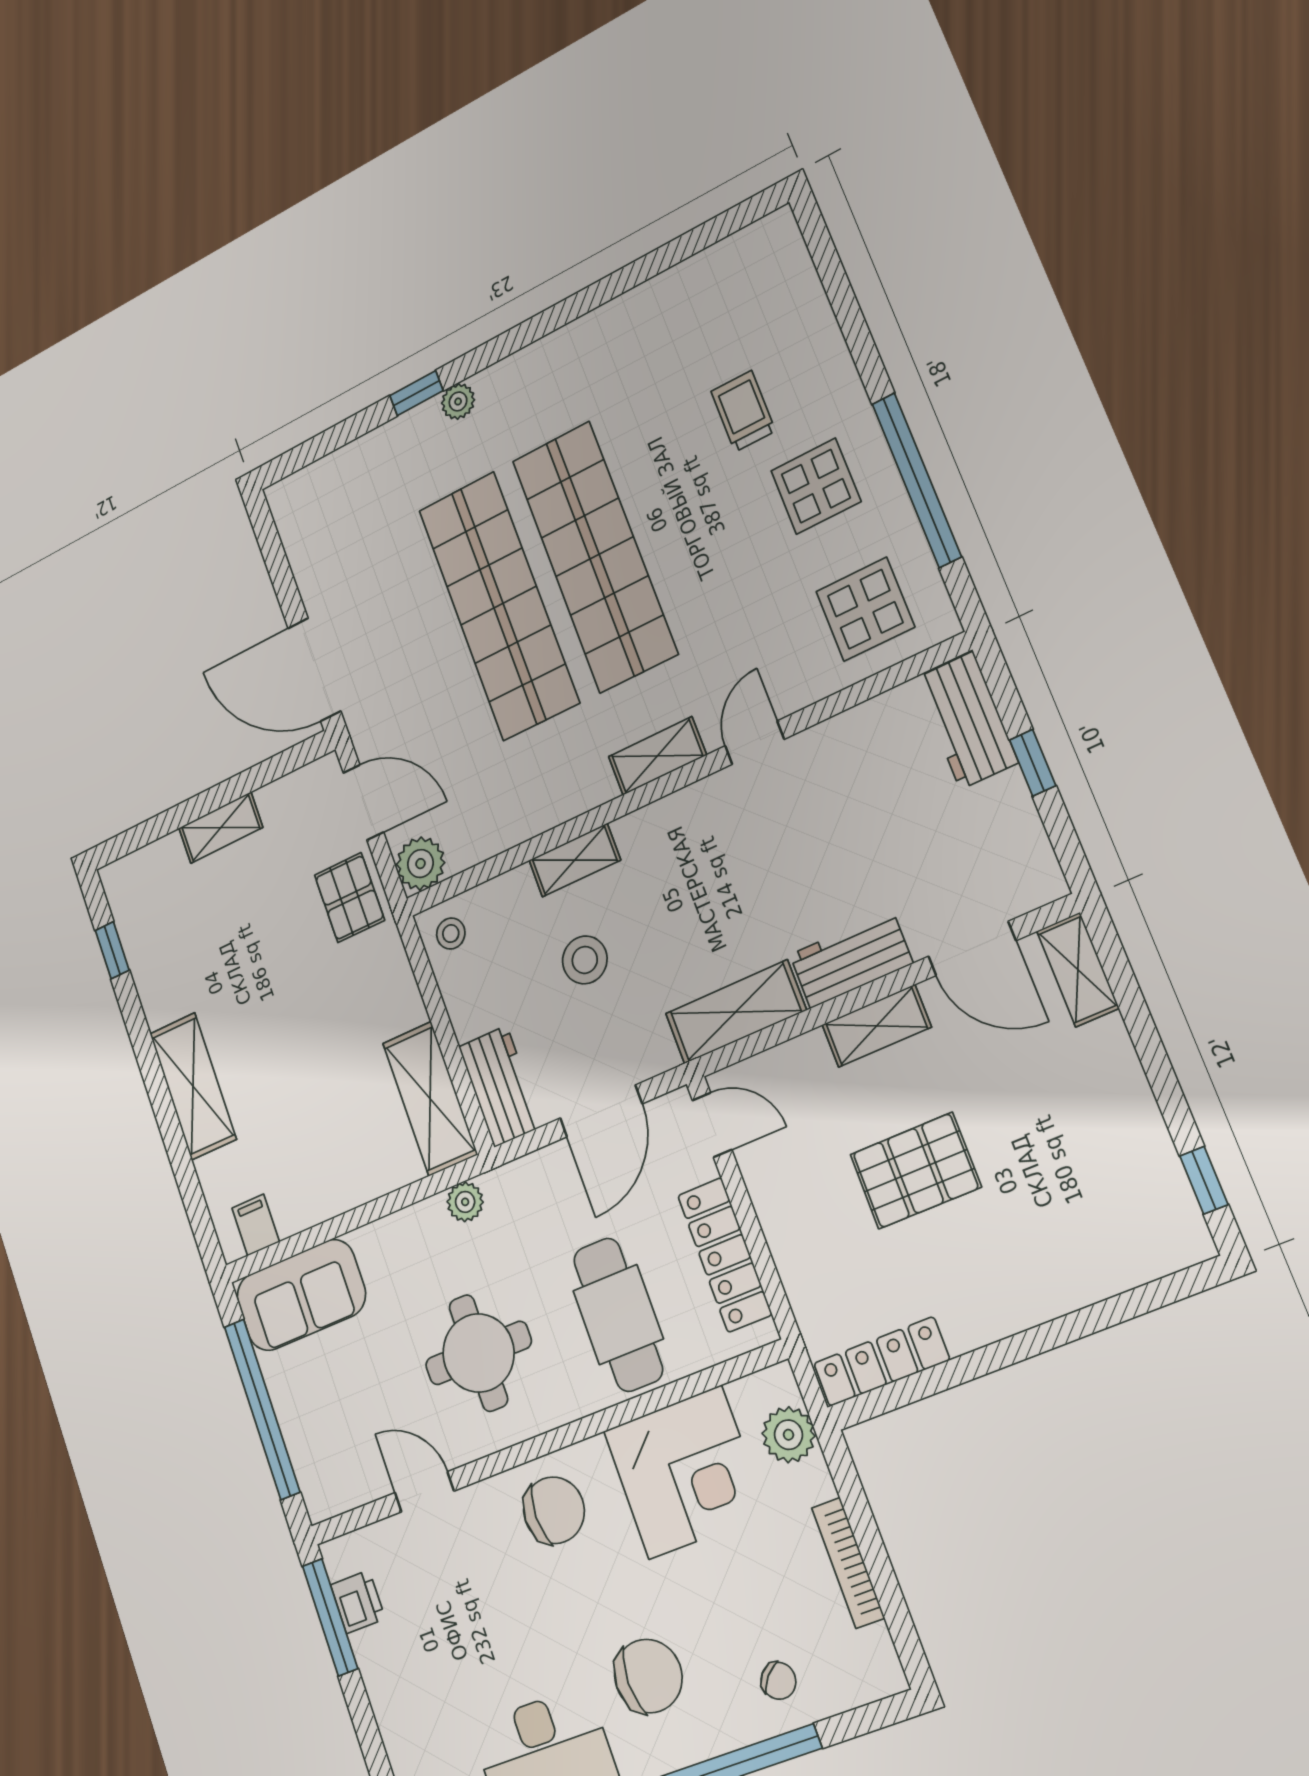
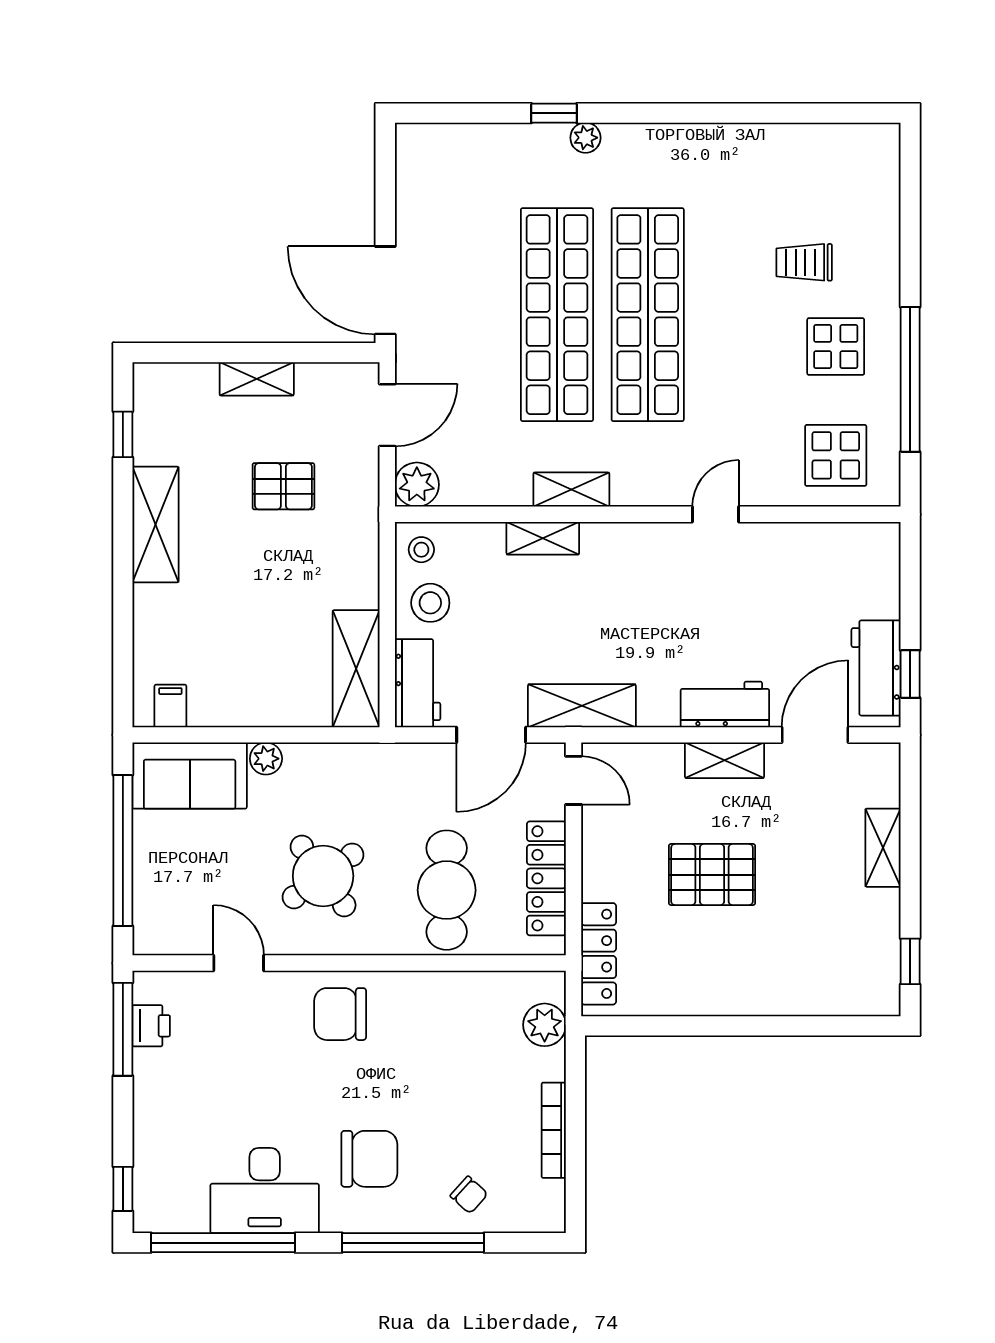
trolley: (743, 411) -> (804, 262), turned -90
workbench: (967, 720) -> (876, 668), moved
shelving: (657, 756) -> (571, 490), moved
window: (1033, 763) -> (910, 674), moved
door: (363, 802) -> (387, 415), hinge flipped
pallet: (349, 898) -> (283, 486), moved, turned 90
door: (972, 949) -> (815, 735), swing flipped
stool: (585, 960) -> (430, 603), moved
shelving: (1078, 970) -> (883, 848), moved
shelving: (736, 1012) -> (582, 706), moved
shelving: (193, 1086) -> (155, 525), moved
plant: (465, 1202) -> (266, 759), moved
round table: (478, 1353) -> (323, 876), turned -36
locker: (881, 1362) -> (599, 954), moved, turned 90
corner desk: (685, 1472) -> (455, 1023), removed
chair: (554, 1510) -> (340, 1014), turned 180

